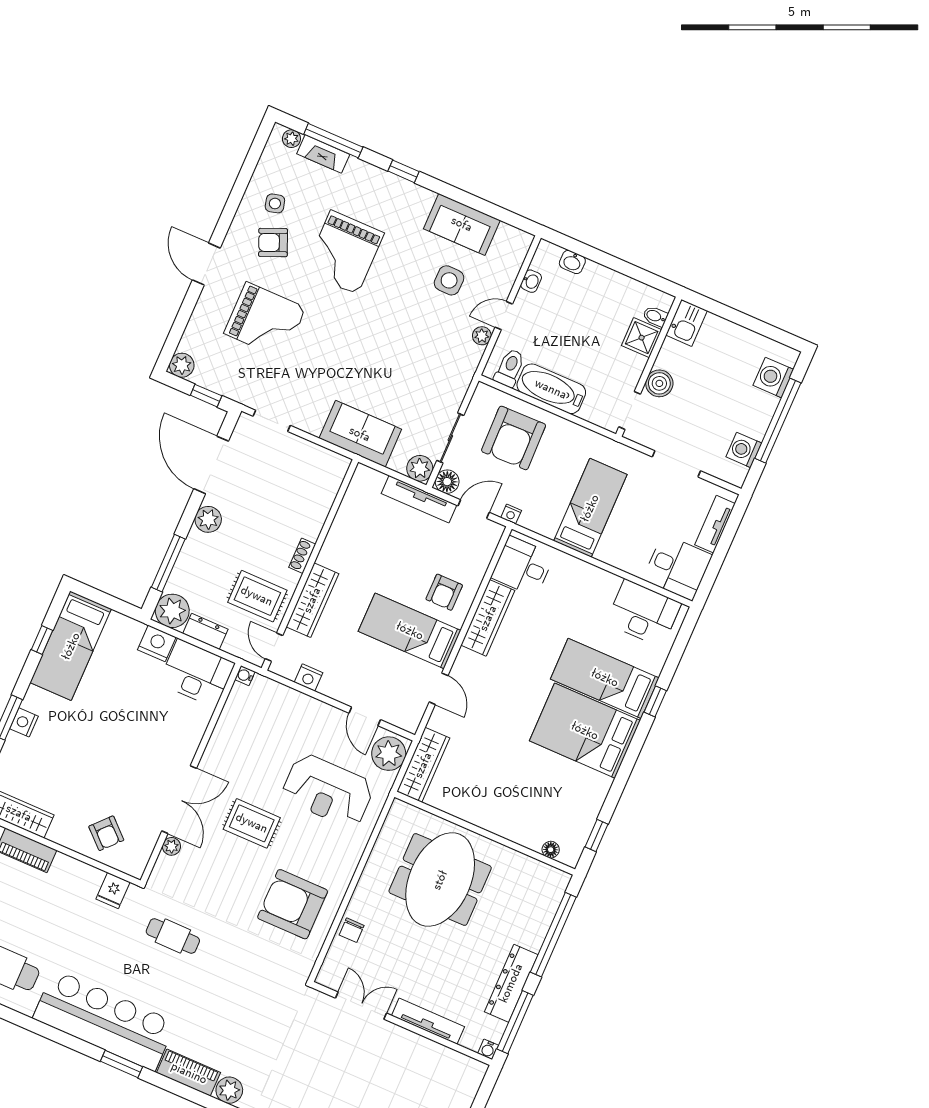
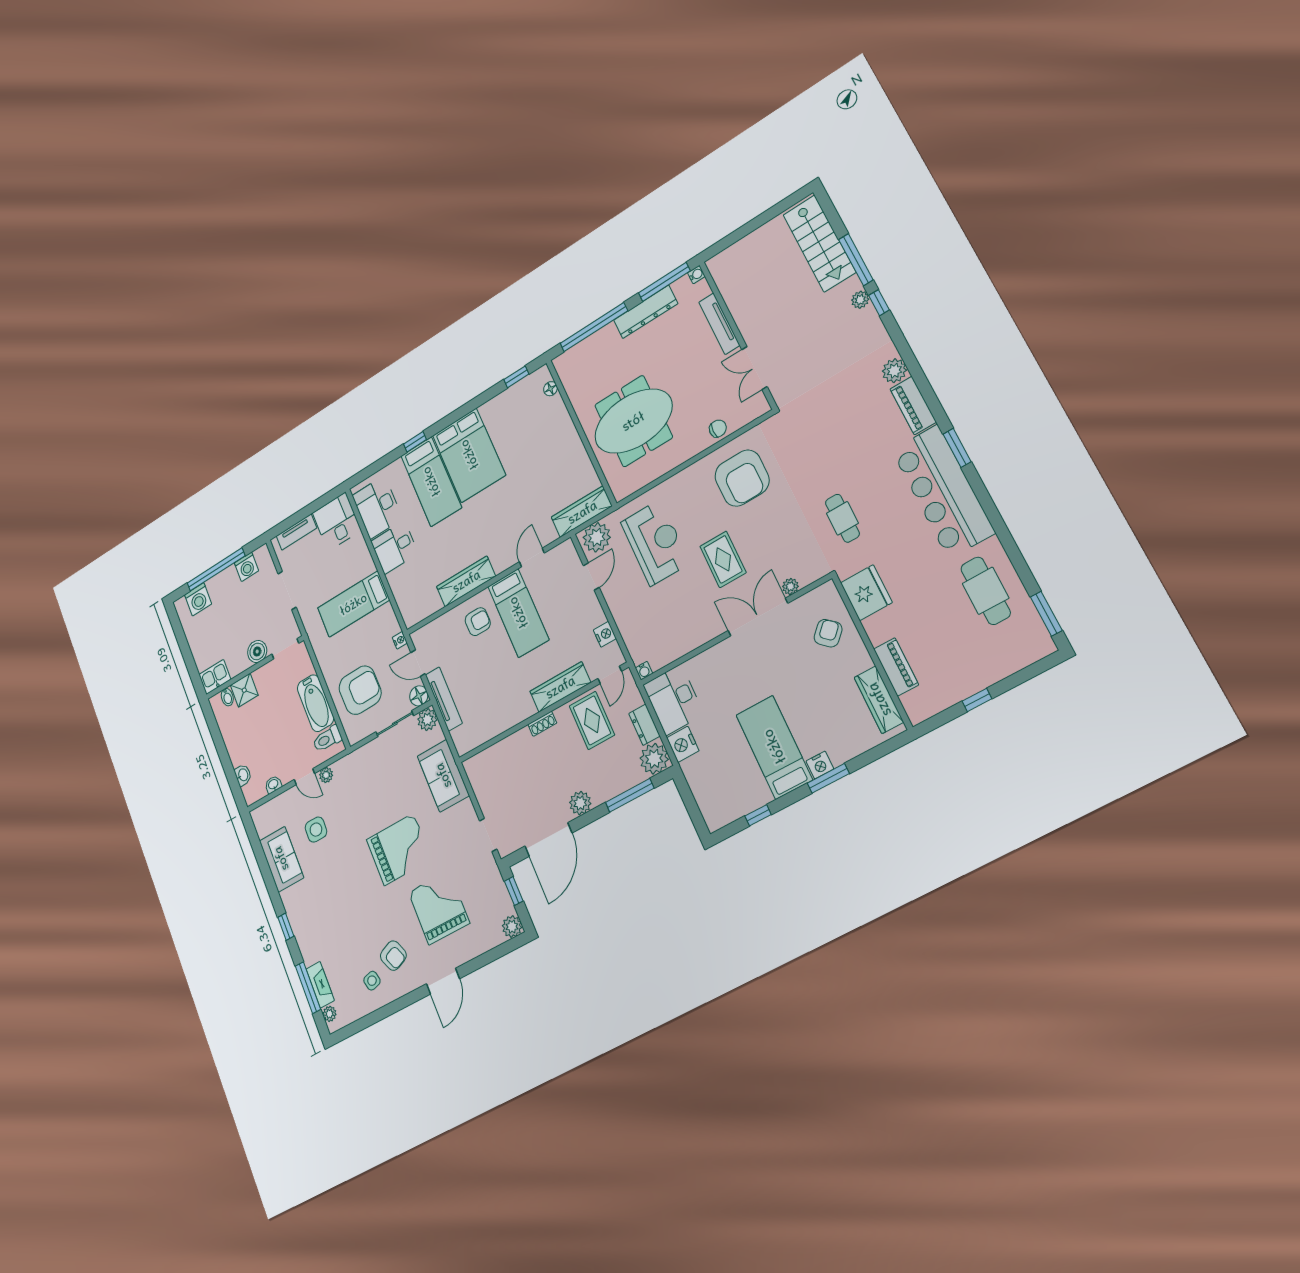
grand piano: (344, 252) -> (399, 849), moved
desk: (523, 566) -> (395, 547), moved, turned 90
bed: (71, 646) -> (774, 747), moved, turned -90
fridge: (113, 891) -> (866, 593), width x1.88, depth x1.34

